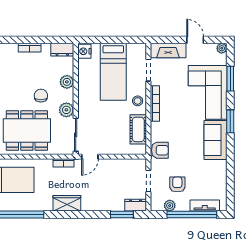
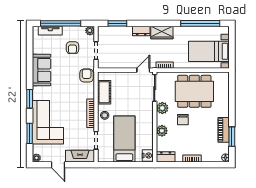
sofa: (216, 140) -> (42, 70), moved
armchair: (160, 150) -> (87, 75), turned 90
dresser: (136, 205) -> (141, 31), moved
plant: (170, 206) -> (90, 31), moved

